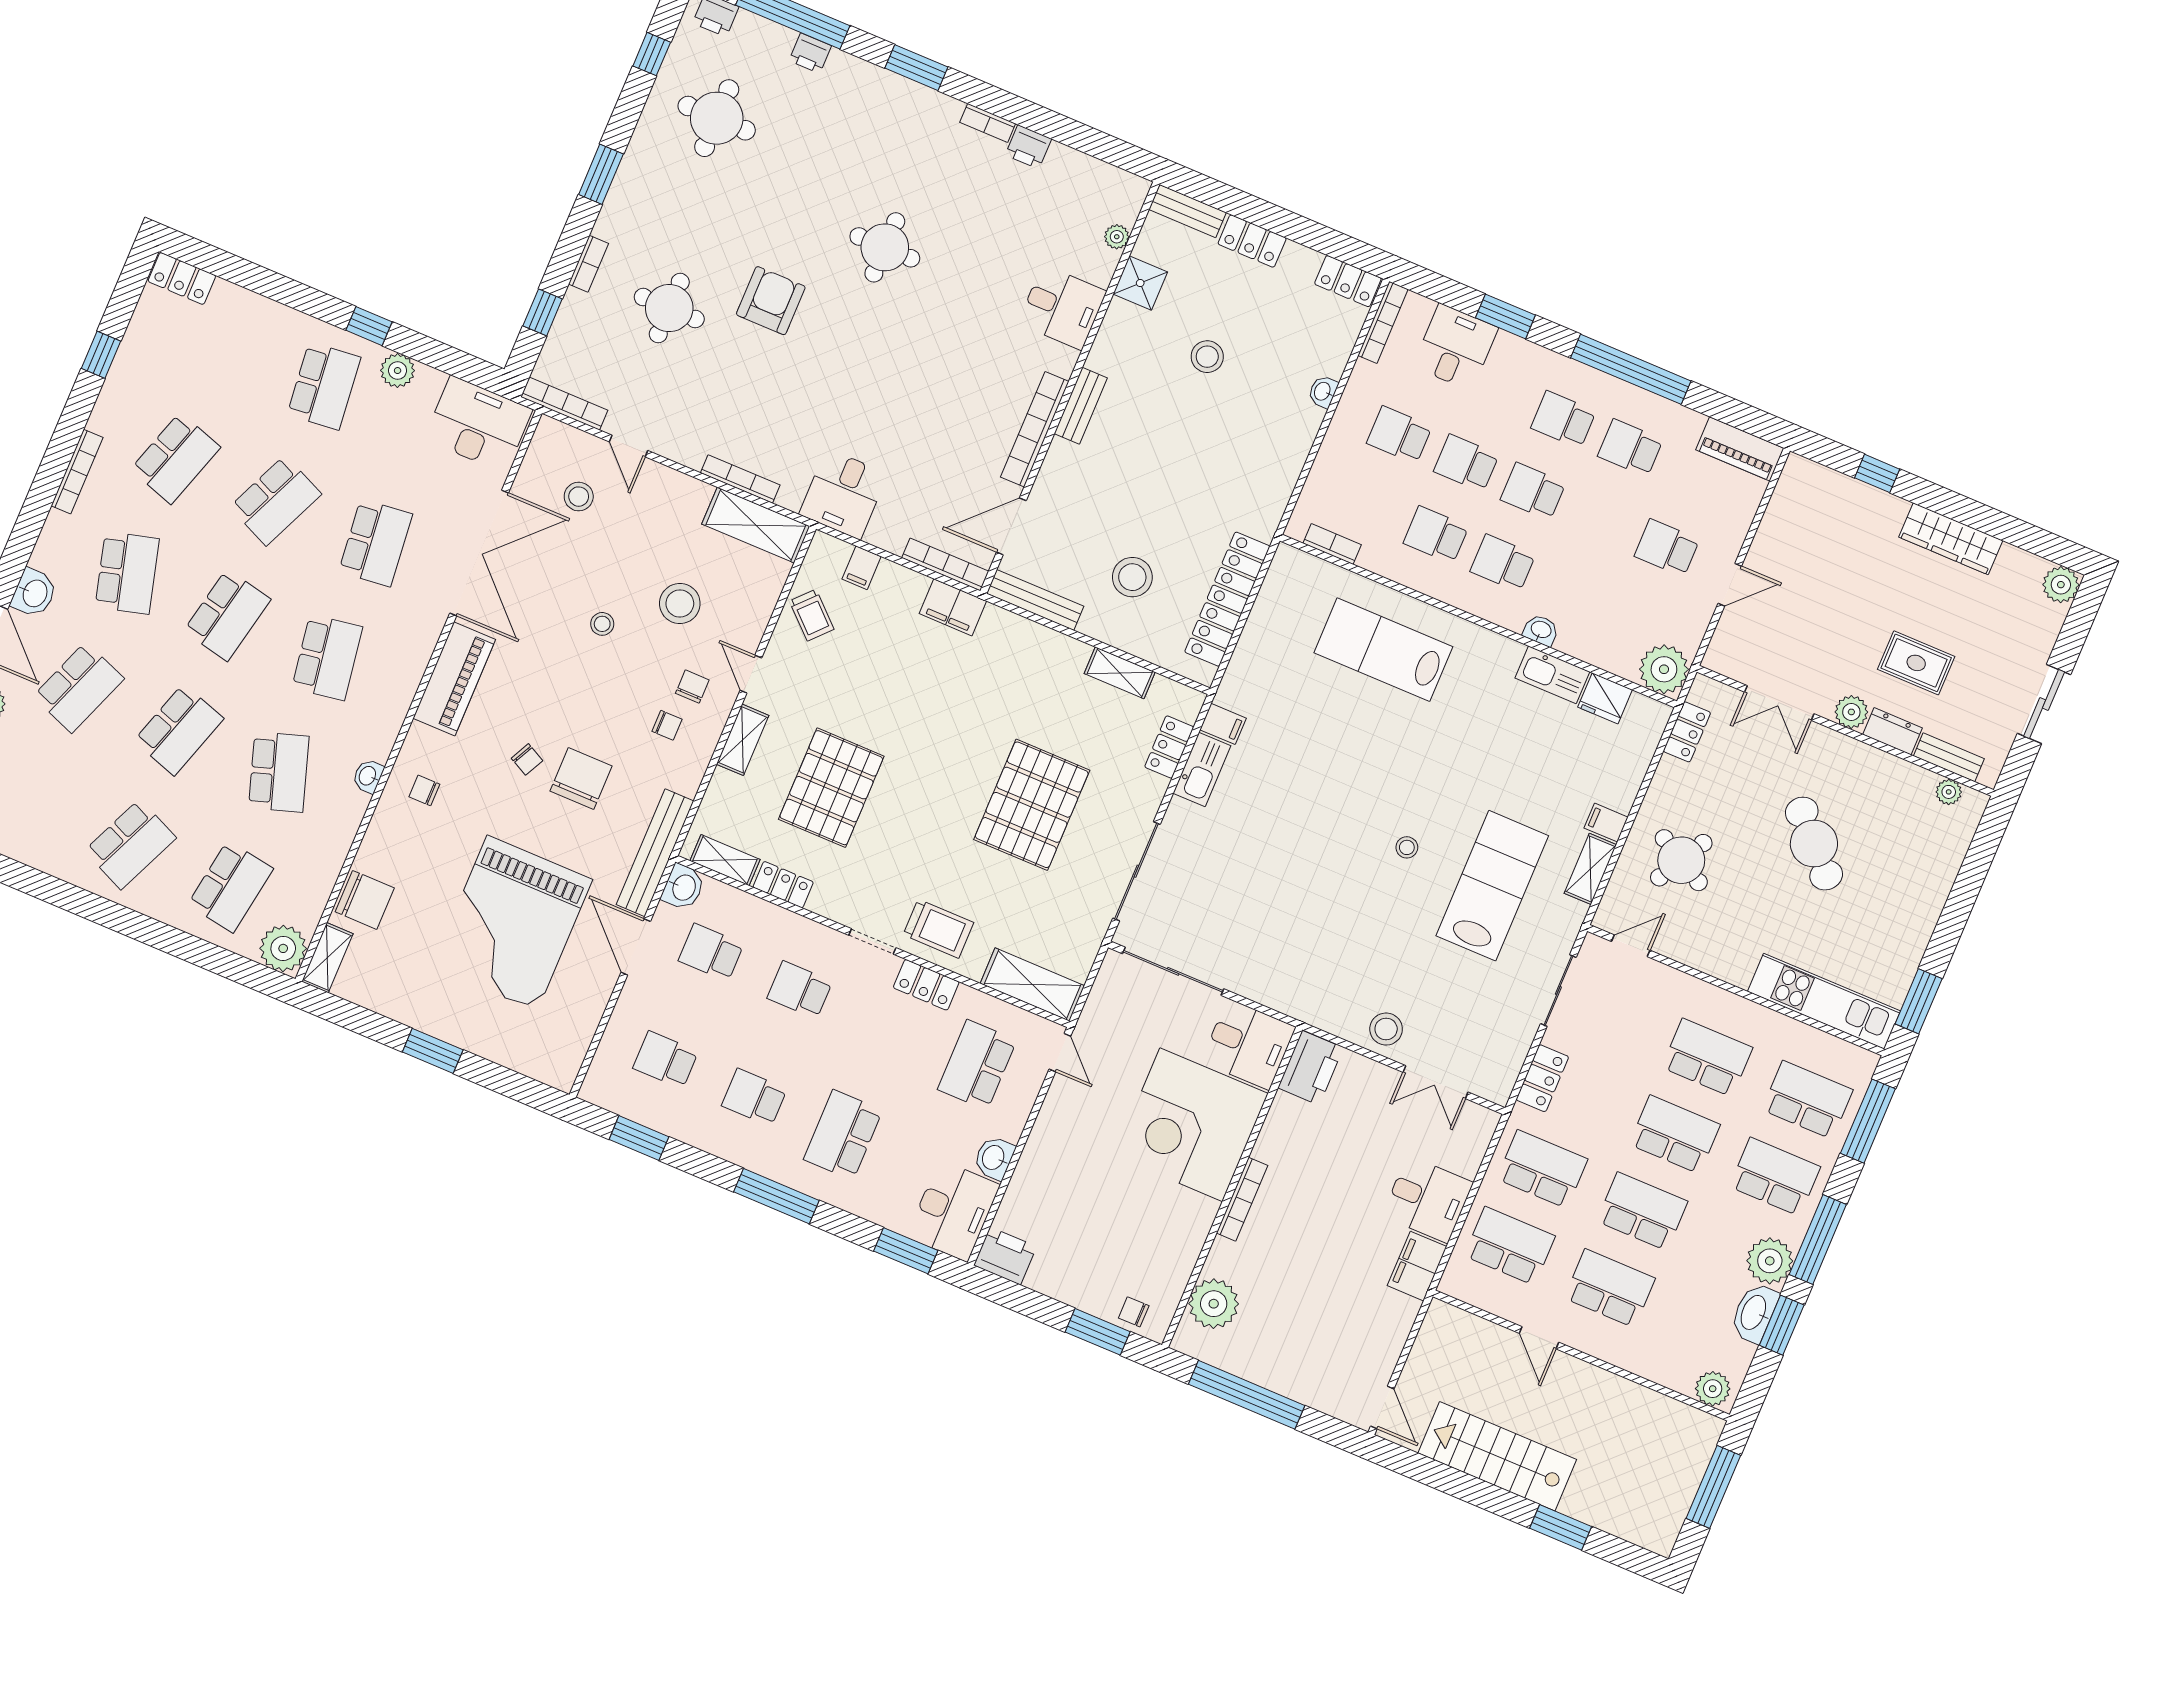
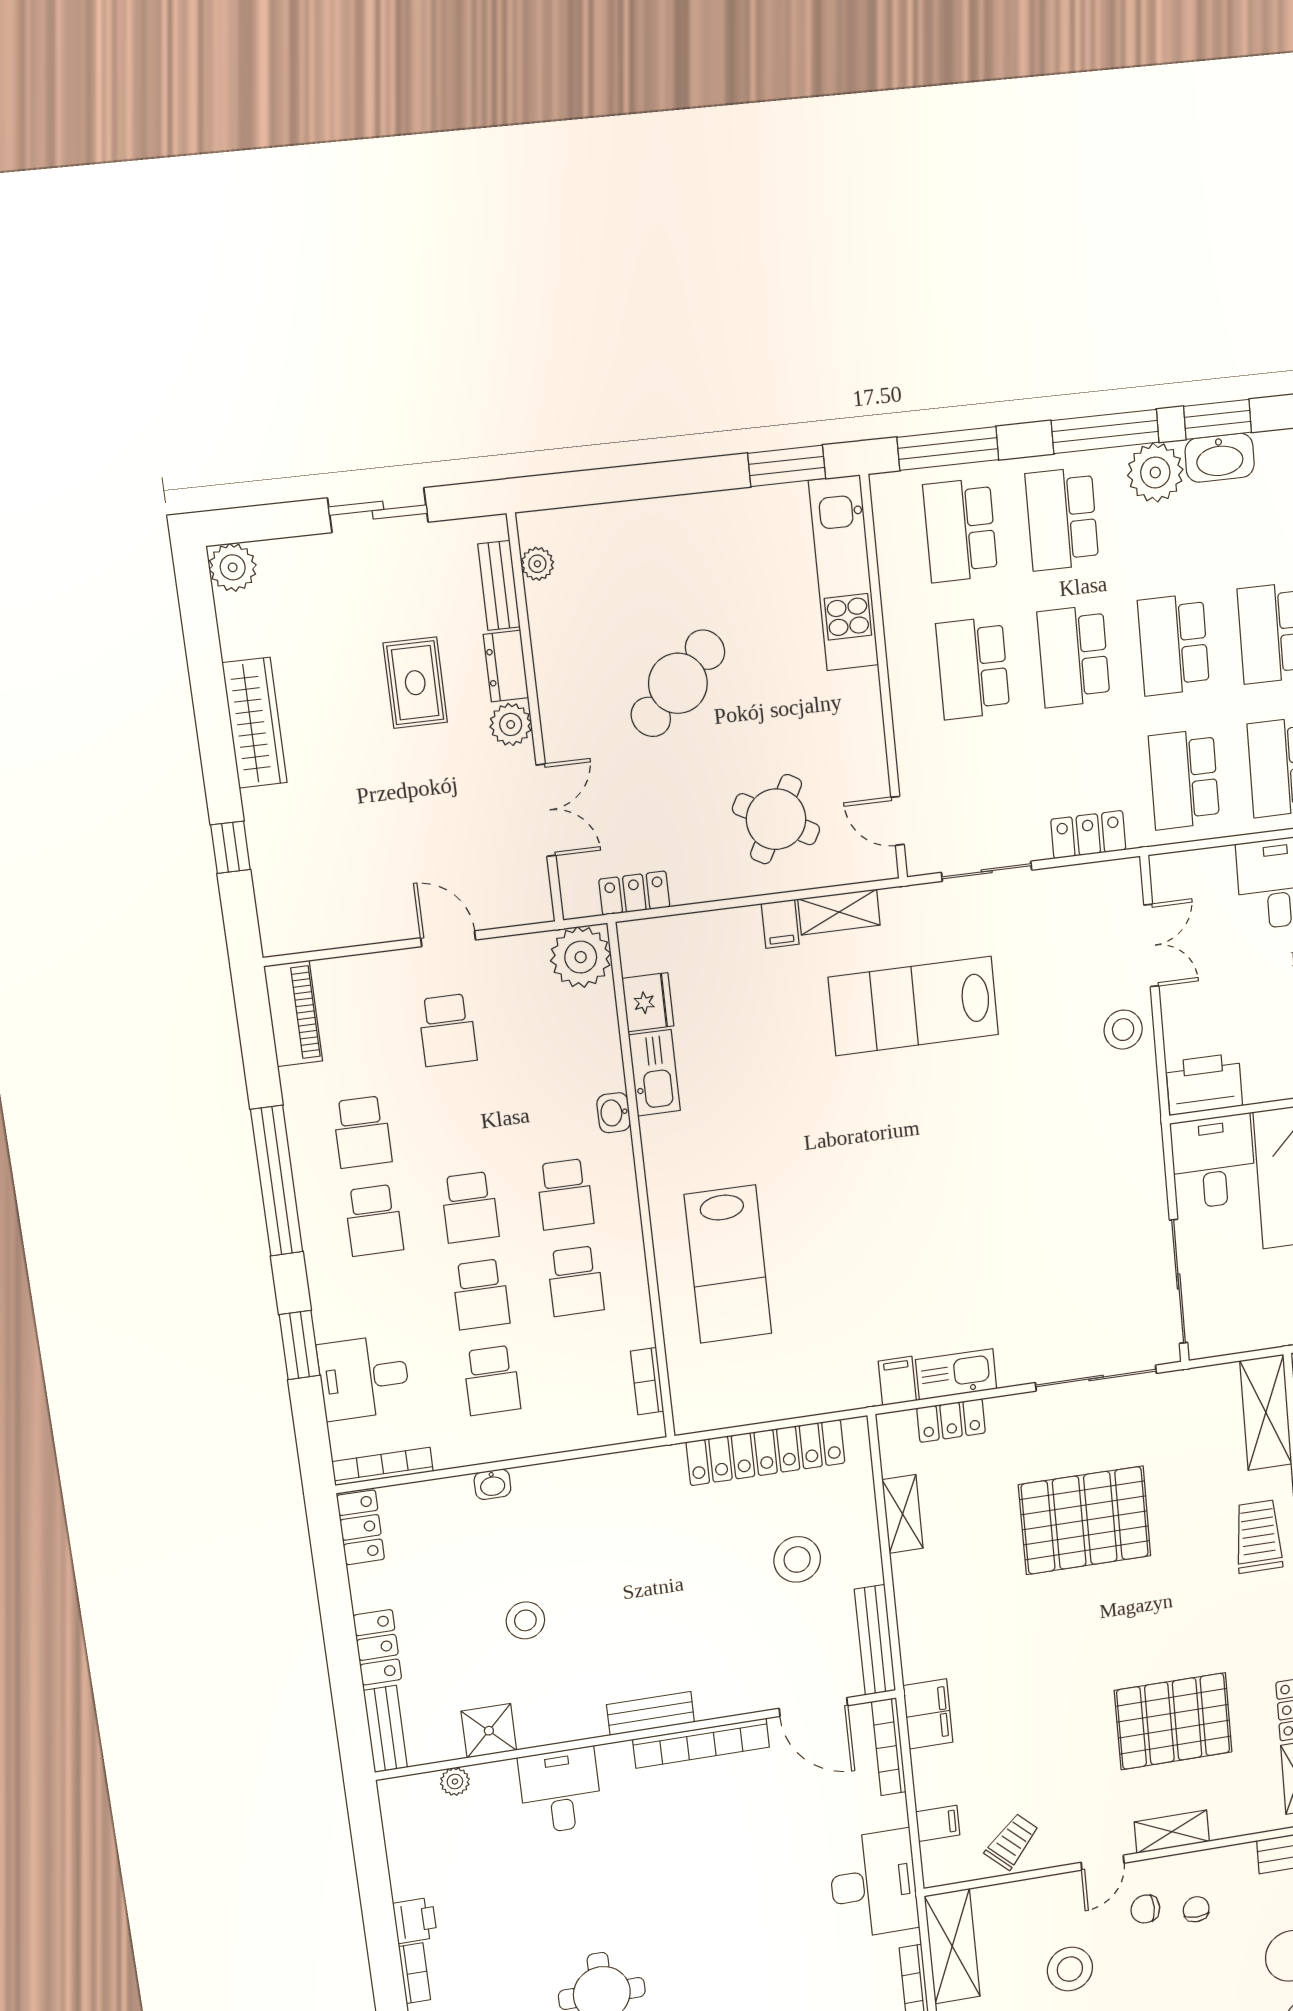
desk: (843, 494) -> (874, 1884), width x1.37
stool: (1407, 847) -> (922, 1119), removed

